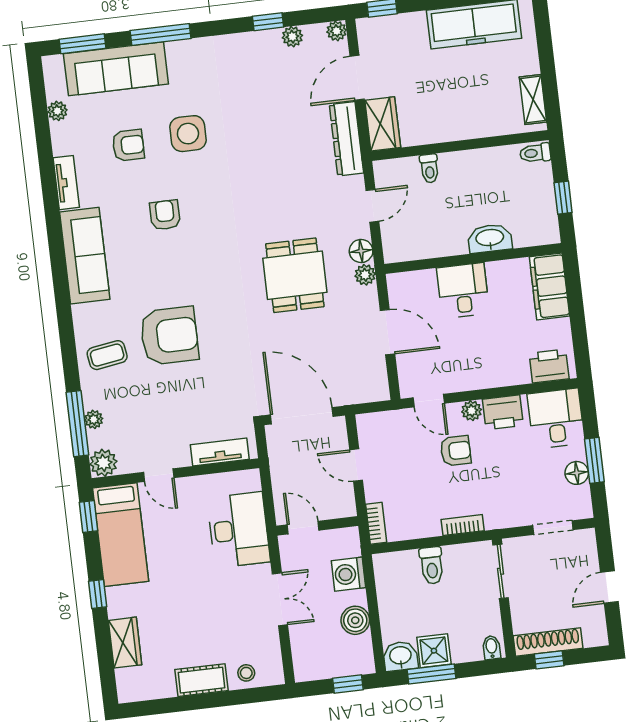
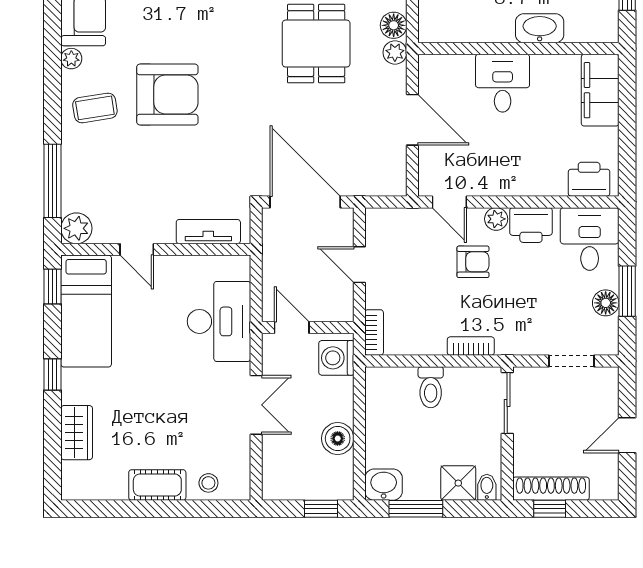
plant: (94, 419) -> (71, 59), moved
washing machine: (349, 574) -> (336, 358), moved
shower: (434, 651) -> (458, 483), moved

